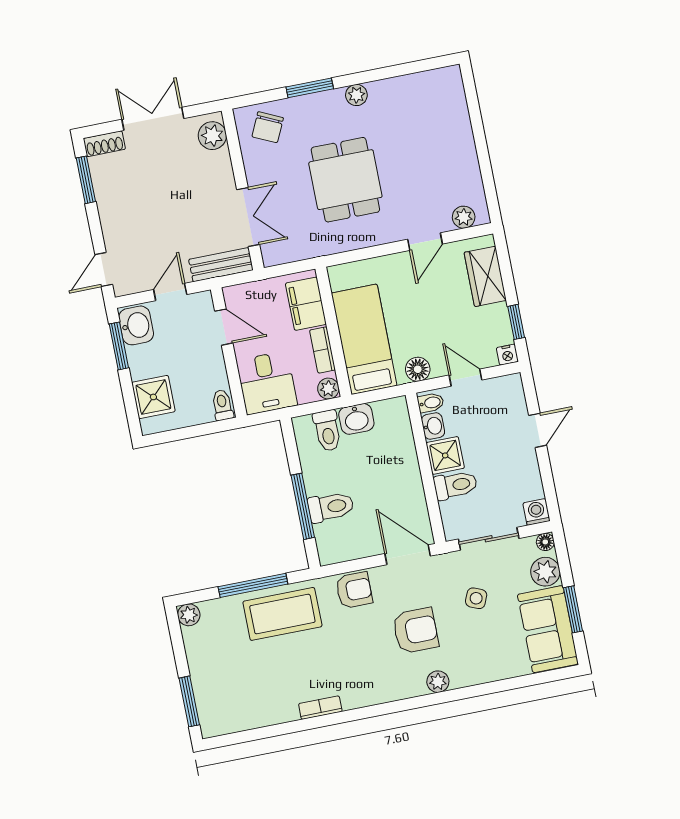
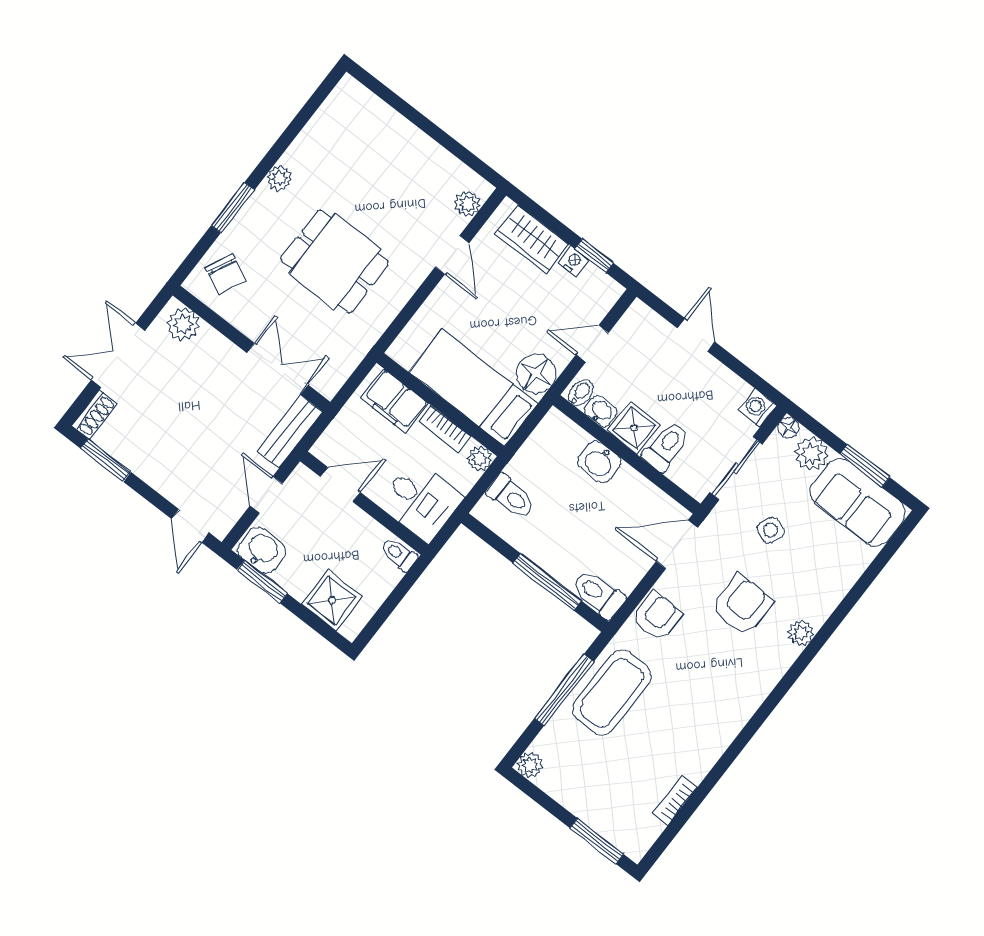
nightstand: (507, 355) -> (574, 261), moved, turned -90
floor lamp: (418, 369) -> (536, 374), width x1.38, depth x1.38
washbasin: (356, 419) -> (599, 462), moved, turned 90
toilet: (331, 507) -> (598, 594), moved, turned -90
bookcase: (320, 708) -> (675, 801), moved

